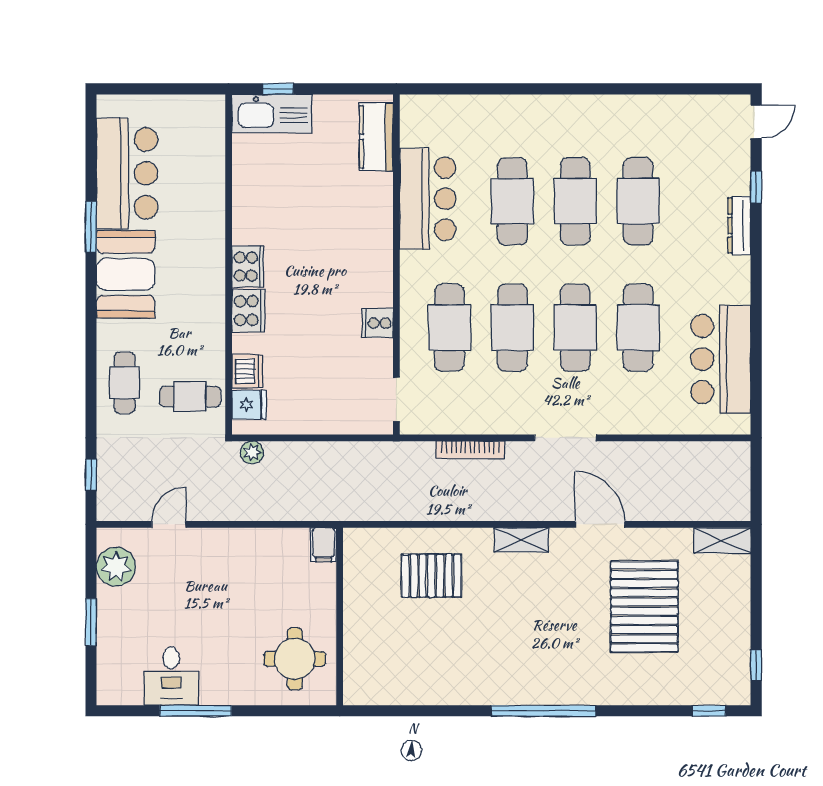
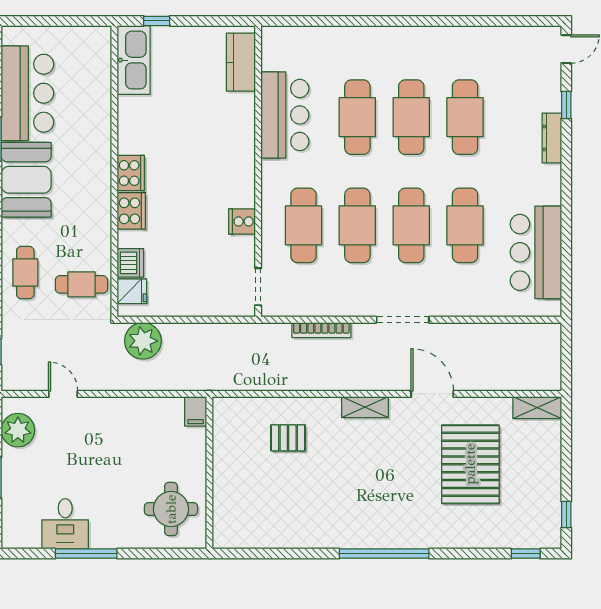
kitchen sink: (272, 114) -> (134, 60), moved, turned -90
plant: (252, 452) -> (143, 341), width x1.88, depth x1.88
door: (169, 524) -> (63, 394), hinge flipped
pallet: (431, 576) -> (288, 438), width x0.67, depth x0.71

